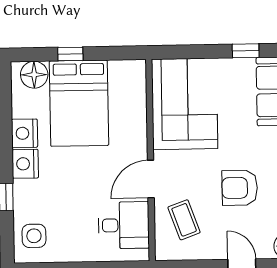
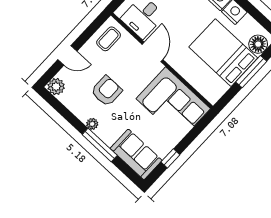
window: (70, 54) -> (251, 72), width x2.17
coffee table: (184, 220) -> (109, 39), moved, turned -70

